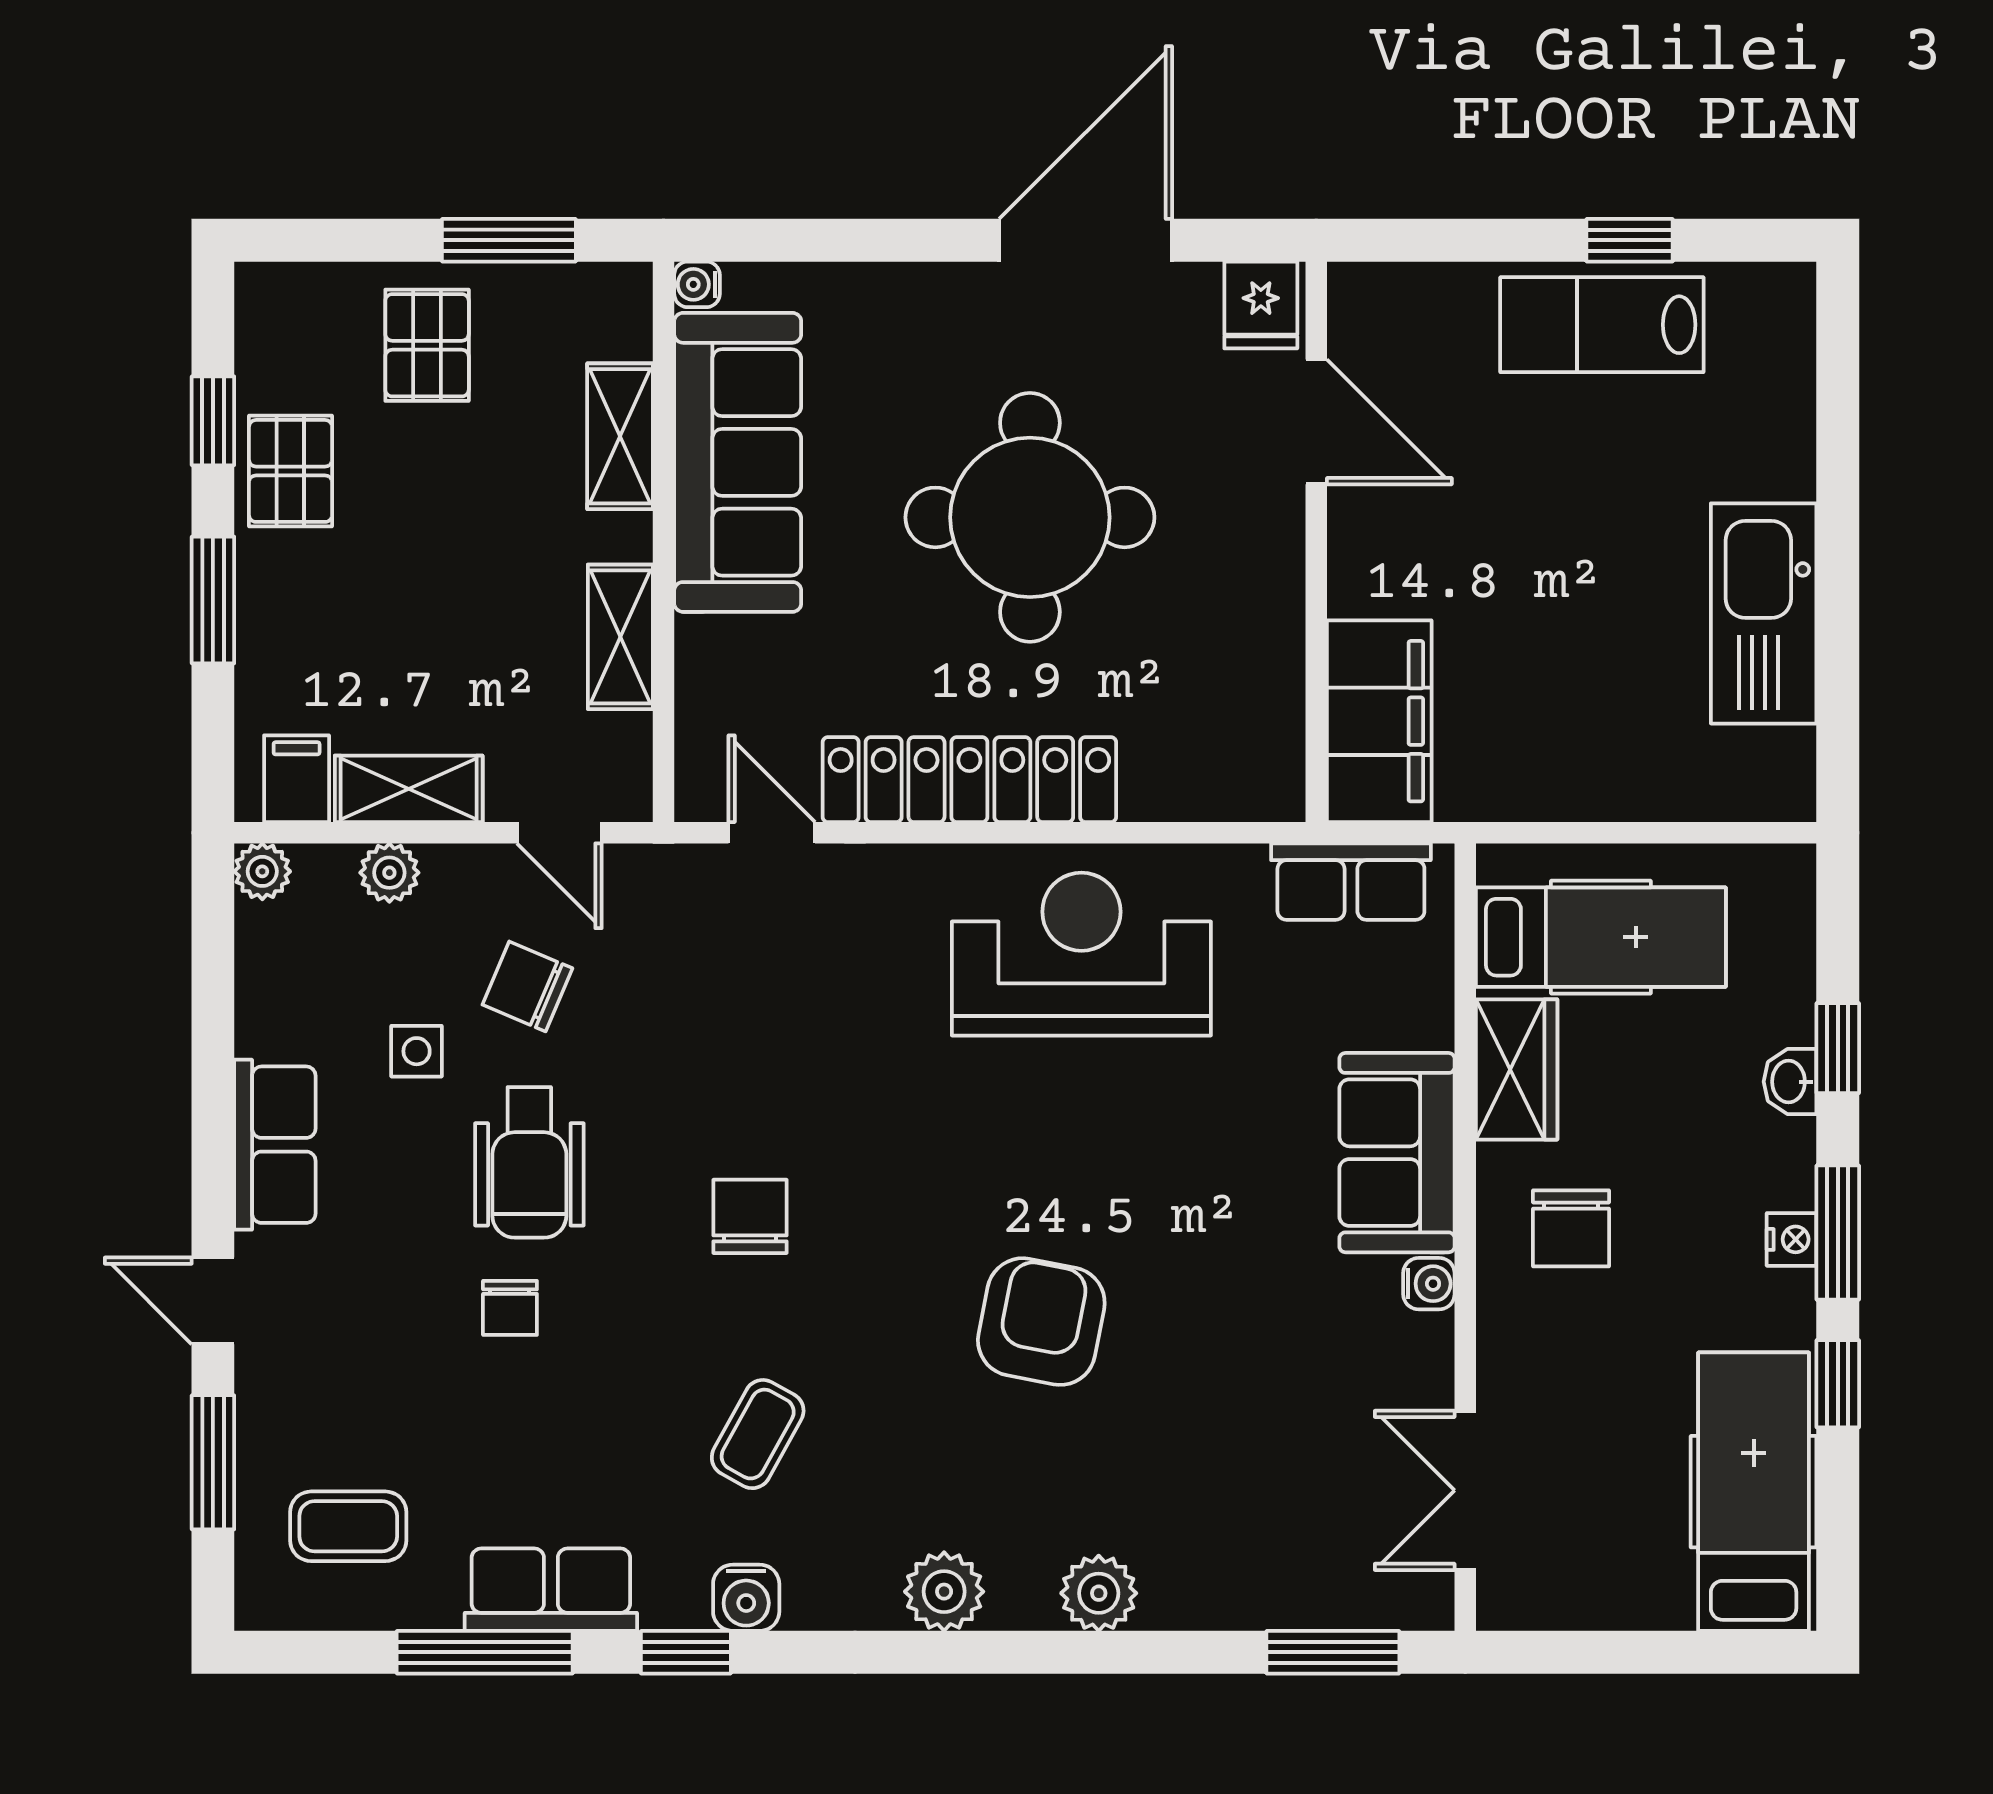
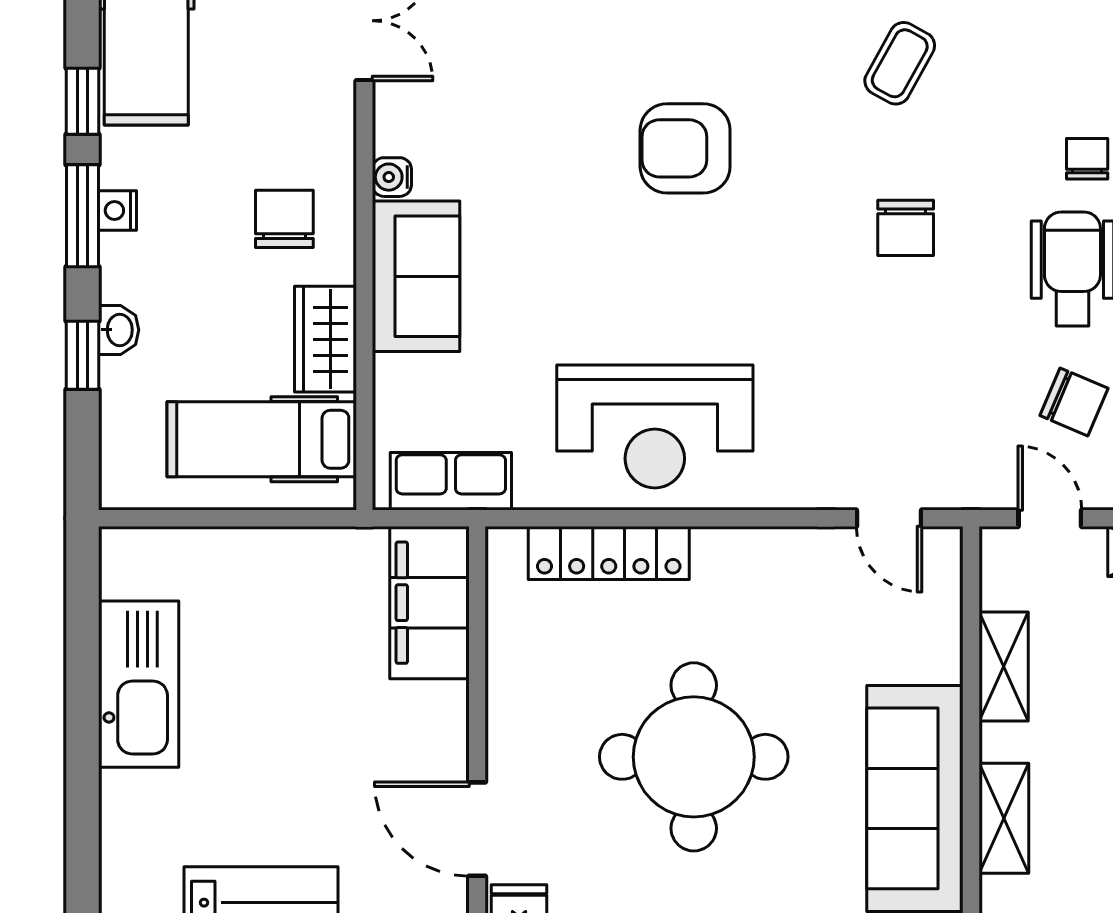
locker: (969, 780) -> (609, 553), moved, width x0.71, depth x0.83
armchair: (1041, 1322) -> (685, 148), turned 79

